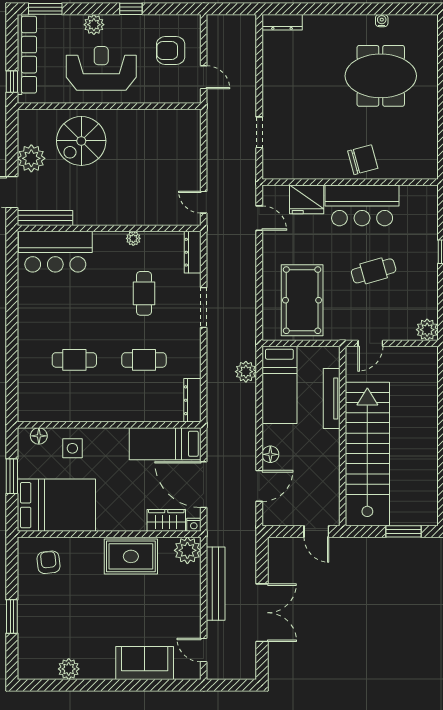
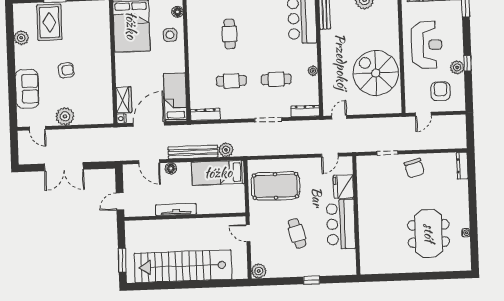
plant: (94, 25) -> (457, 67), moved
spiral stairs: (81, 141) -> (376, 73), moved, width x1.37, depth x1.37
chair: (363, 160) -> (414, 168), moved
cafe table: (144, 360) -> (231, 81), turned 90
tv unit: (332, 398) -> (176, 210), moved
stairs: (367, 454) -> (183, 266), moved, turned 180
plant: (187, 550) -> (65, 116), moved
rug: (131, 556) -> (49, 22), moved
armchair: (49, 562) -> (66, 70), moved
bench: (216, 584) -> (193, 152), moved
door: (204, 650) -> (37, 128), swing flipped

